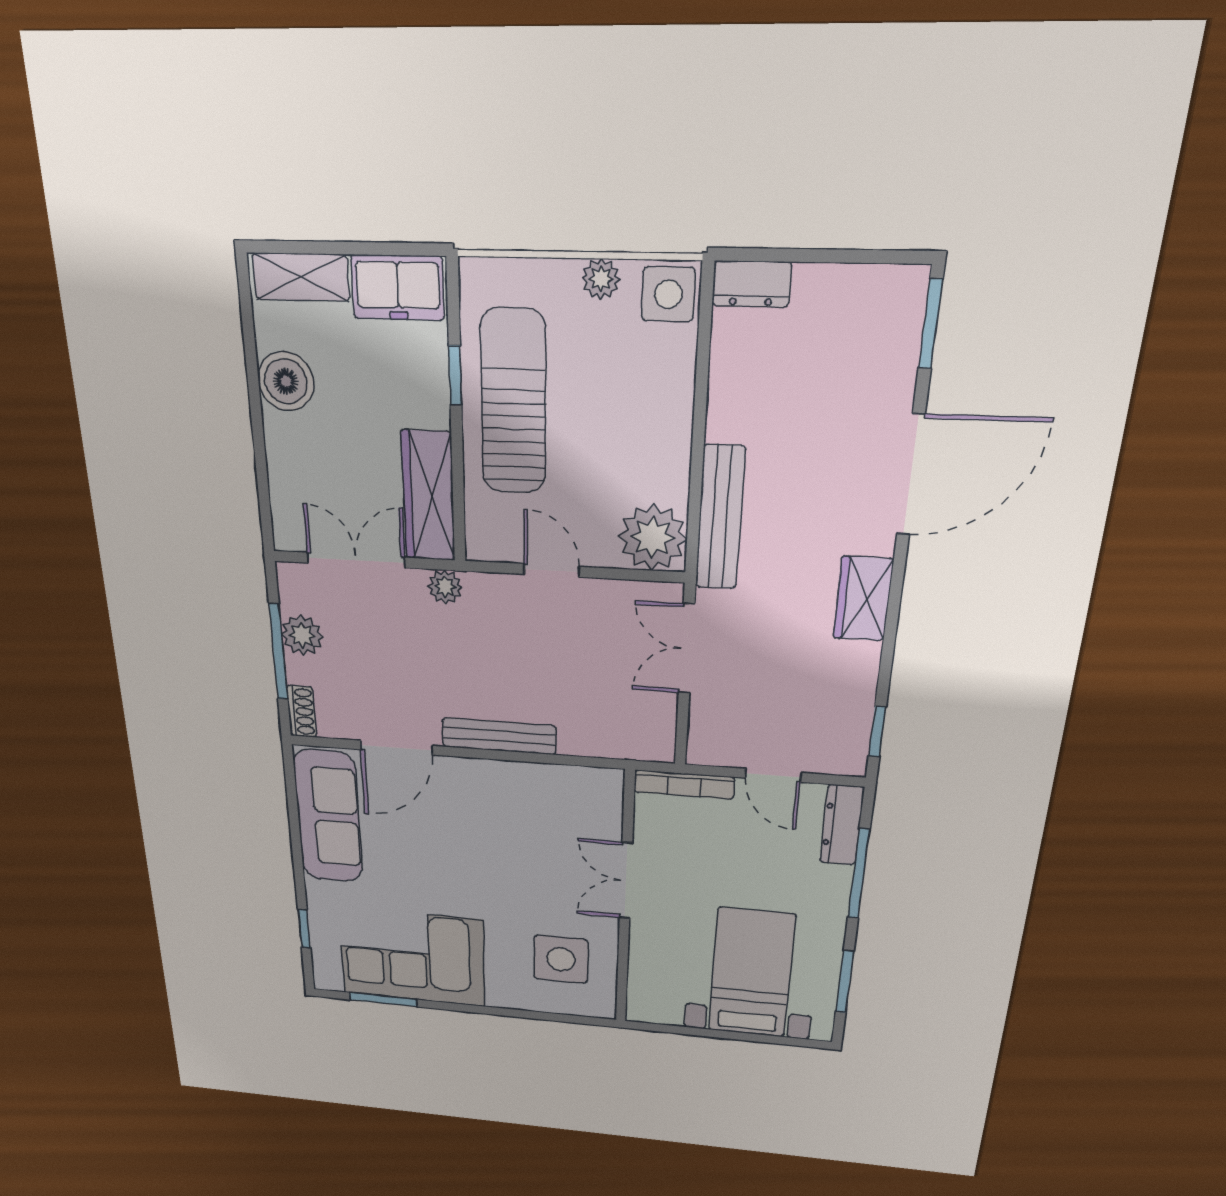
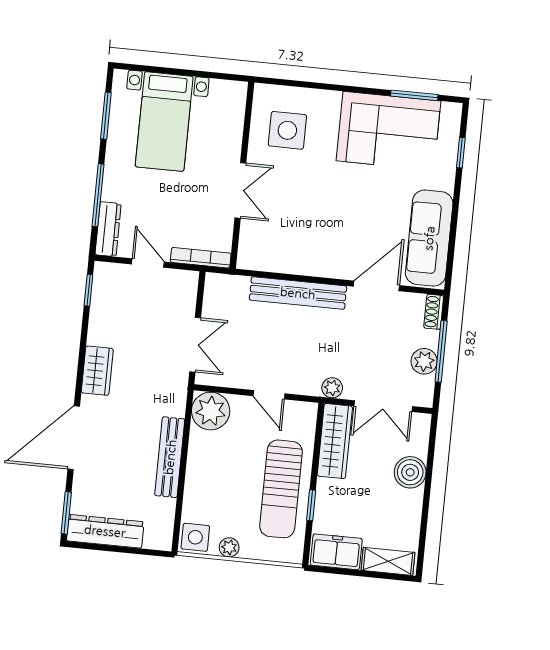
dresser: (752, 284) -> (105, 531), moved, width x1.96, depth x1.24
boiler: (286, 381) -> (410, 472), moved
bench: (720, 518) -> (170, 457), moved
bench: (499, 736) -> (298, 293), width x1.37, depth x1.21

